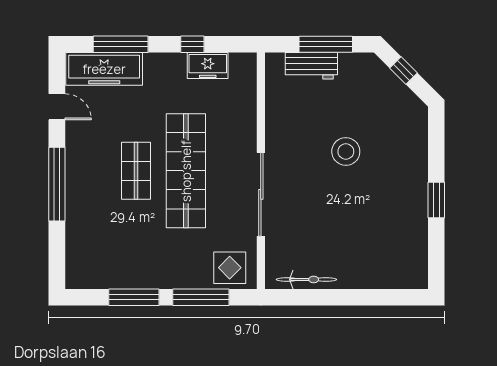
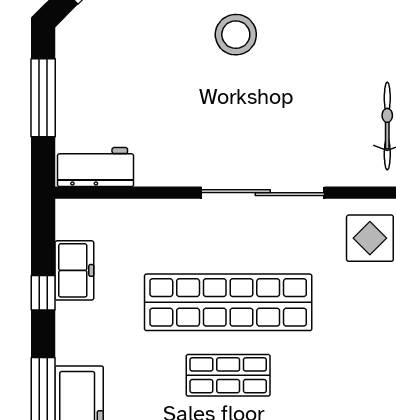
workbench: (311, 66) -> (96, 167), moved, turned -90
stool: (346, 151) -> (236, 35), moved

